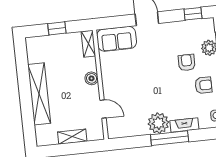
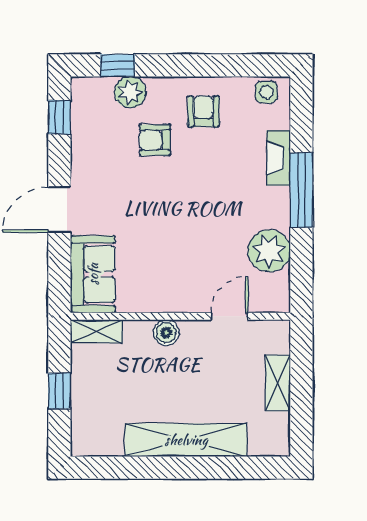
plant: (158, 123) -> (269, 251), moved

